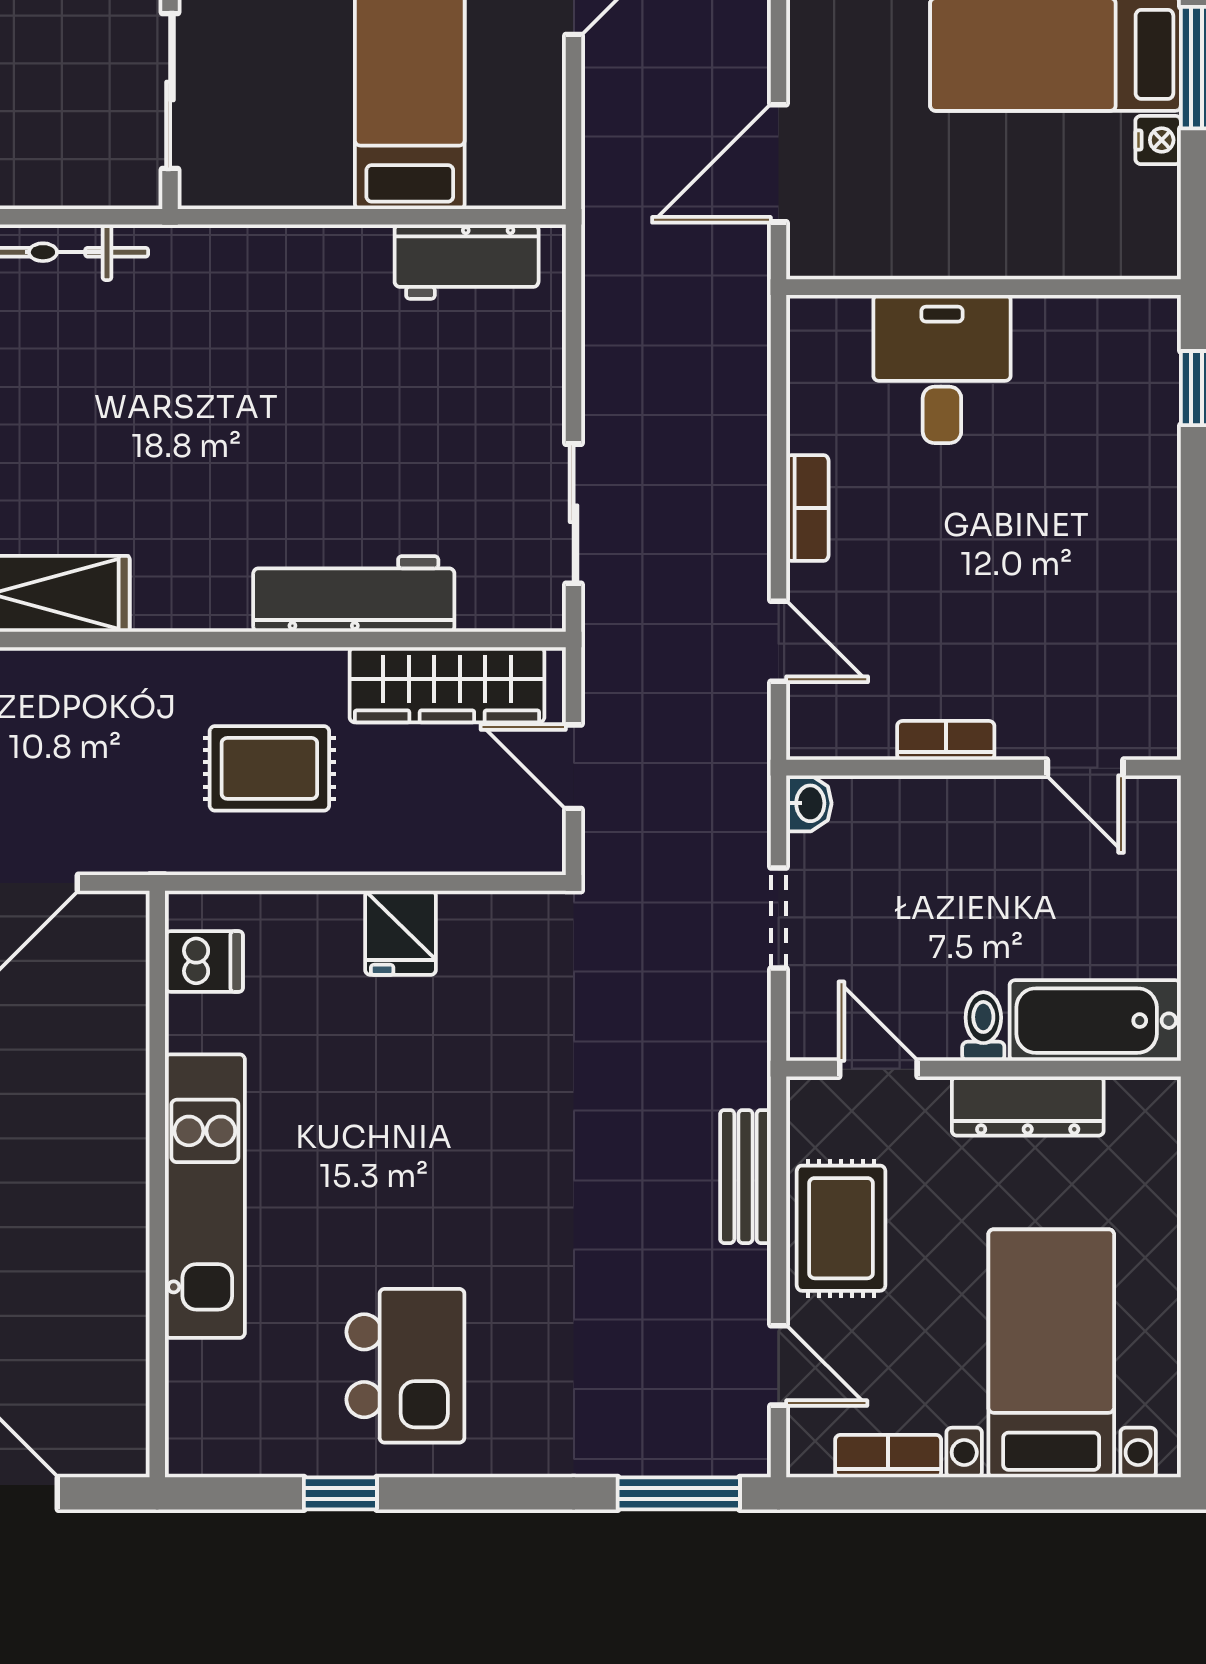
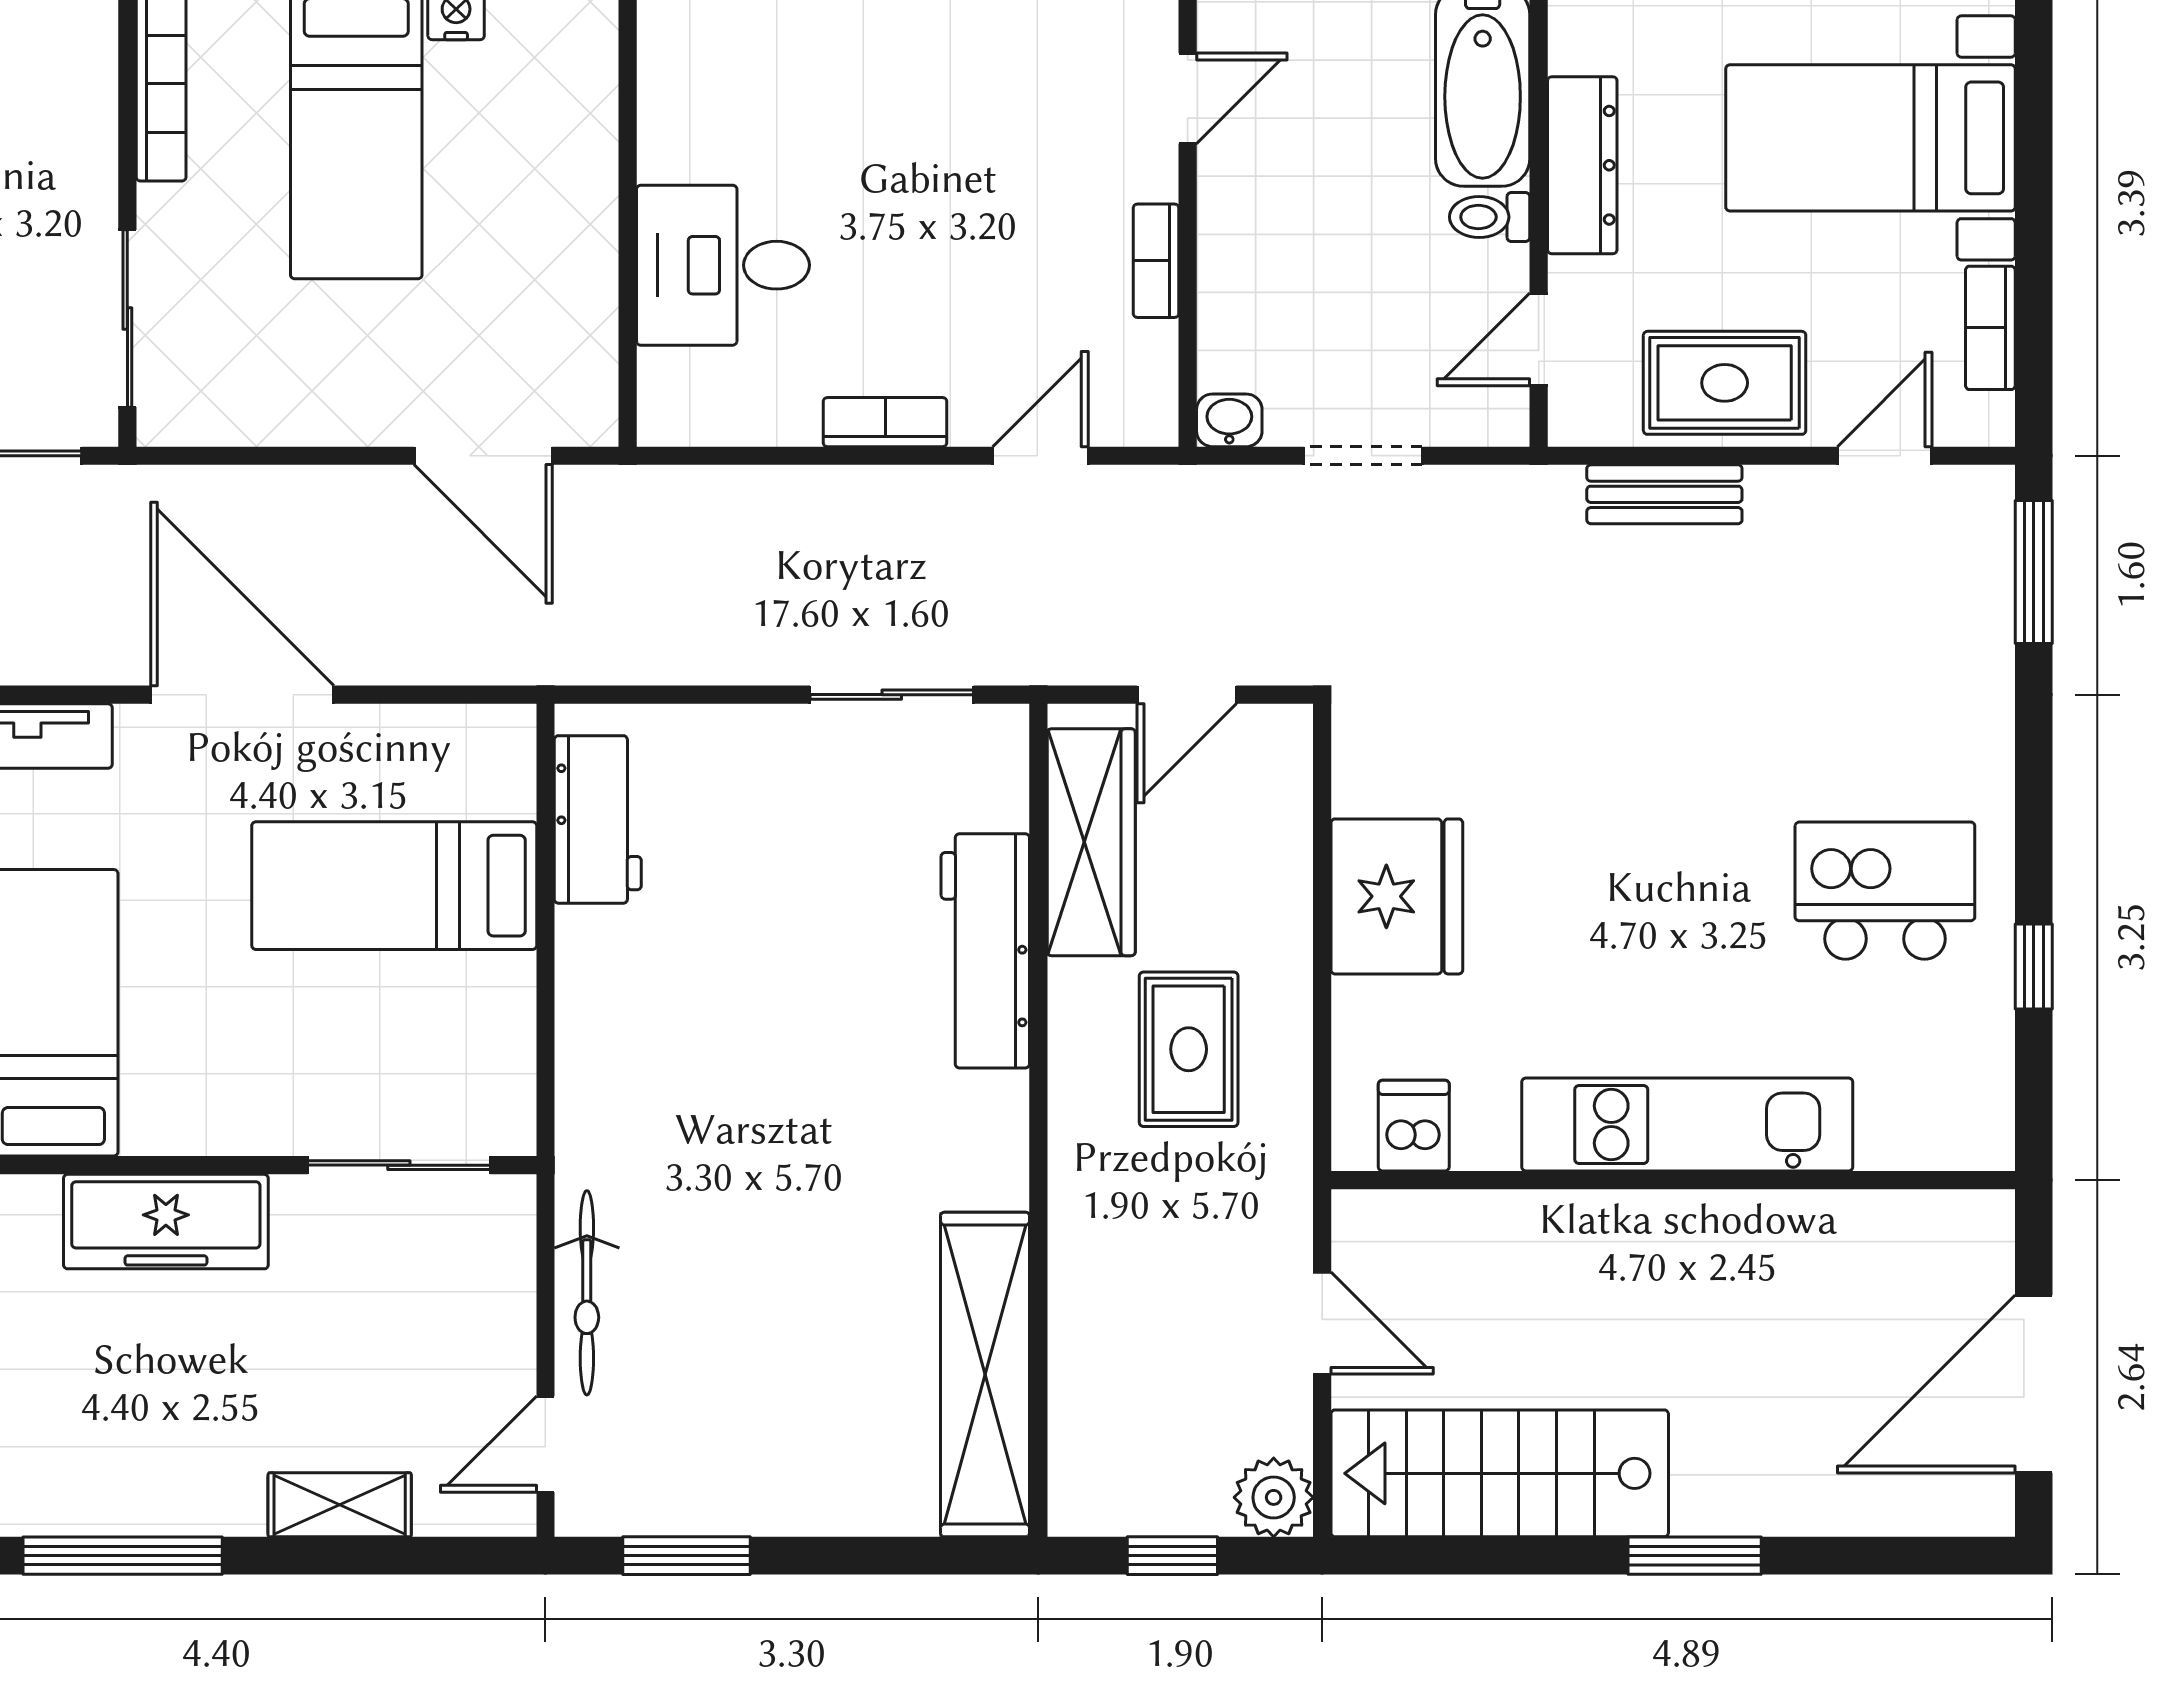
fridge: (400, 933) -> (1397, 896), width x1.88, depth x1.34

